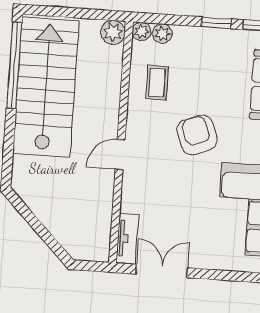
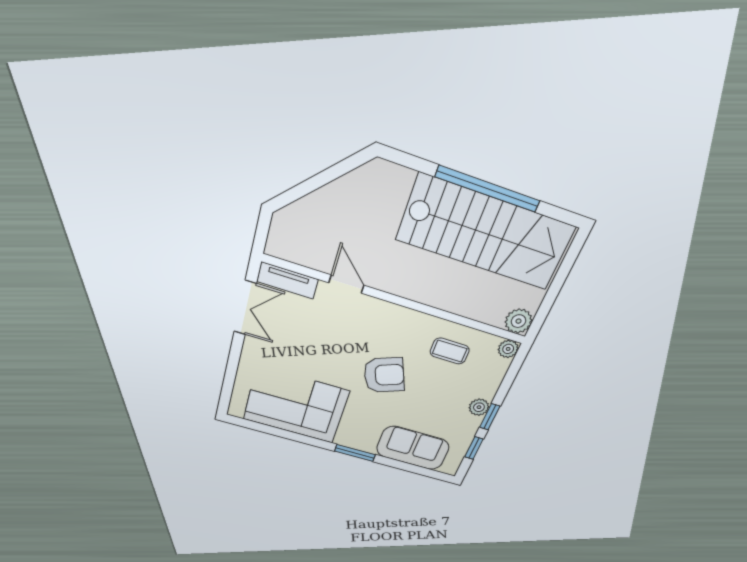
plant: (162, 33) -> (479, 407), moved
window: (14, 65) -> (488, 189), moved
door: (120, 155) -> (346, 284), moved

